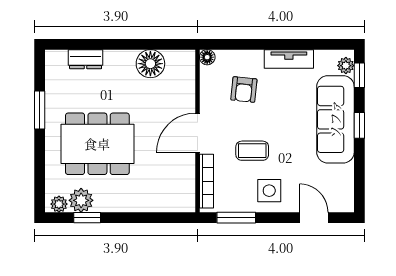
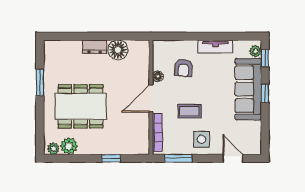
floor lamp: (207, 57) -> (158, 76), moved
dresser: (86, 59) -> (95, 47), moved
window: (87, 218) -> (111, 158), moved

